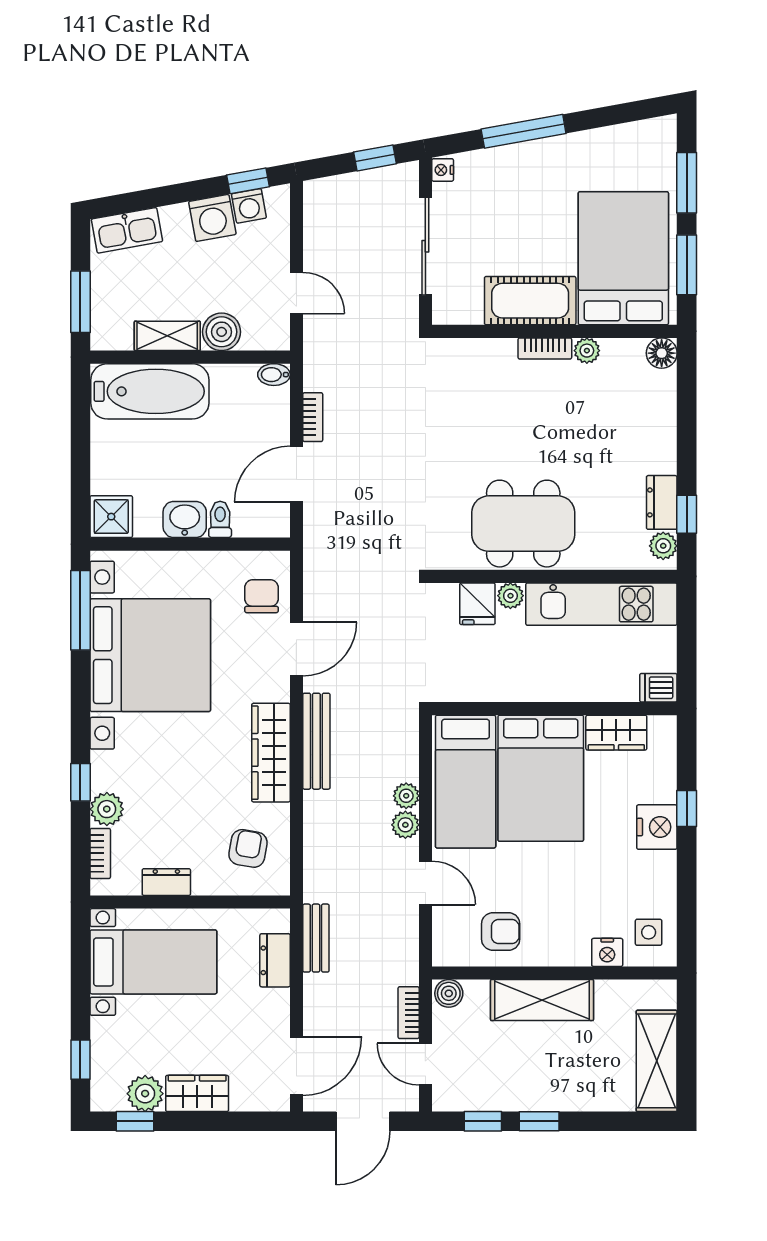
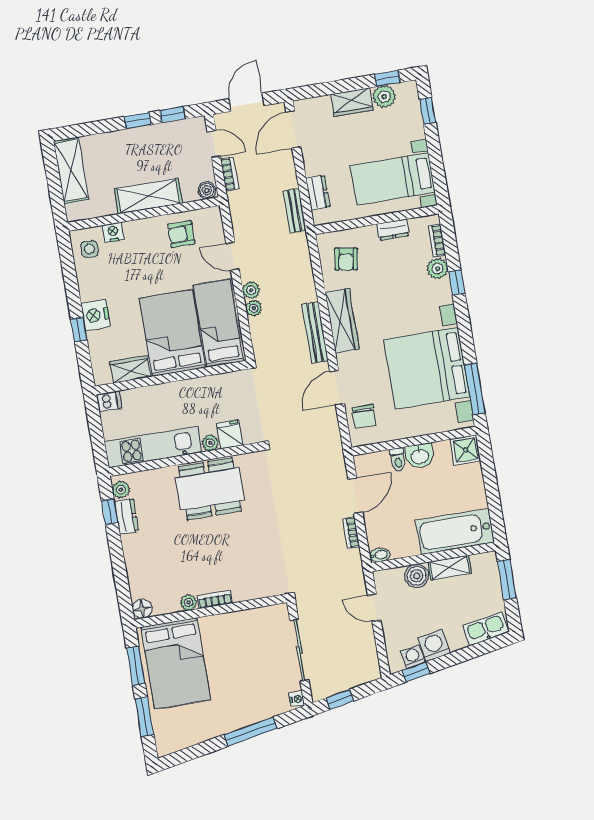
cot: (530, 301) -> (229, 627), removed

